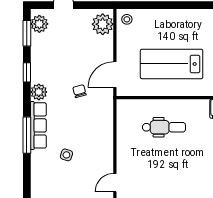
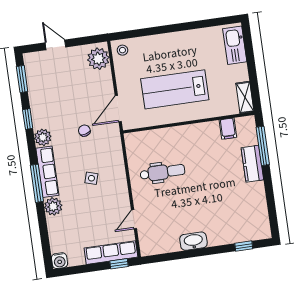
plant: (39, 24) -> (53, 206), moved
dental chair: (164, 127) -> (162, 172), moved
side table: (66, 155) -> (91, 178), moved

